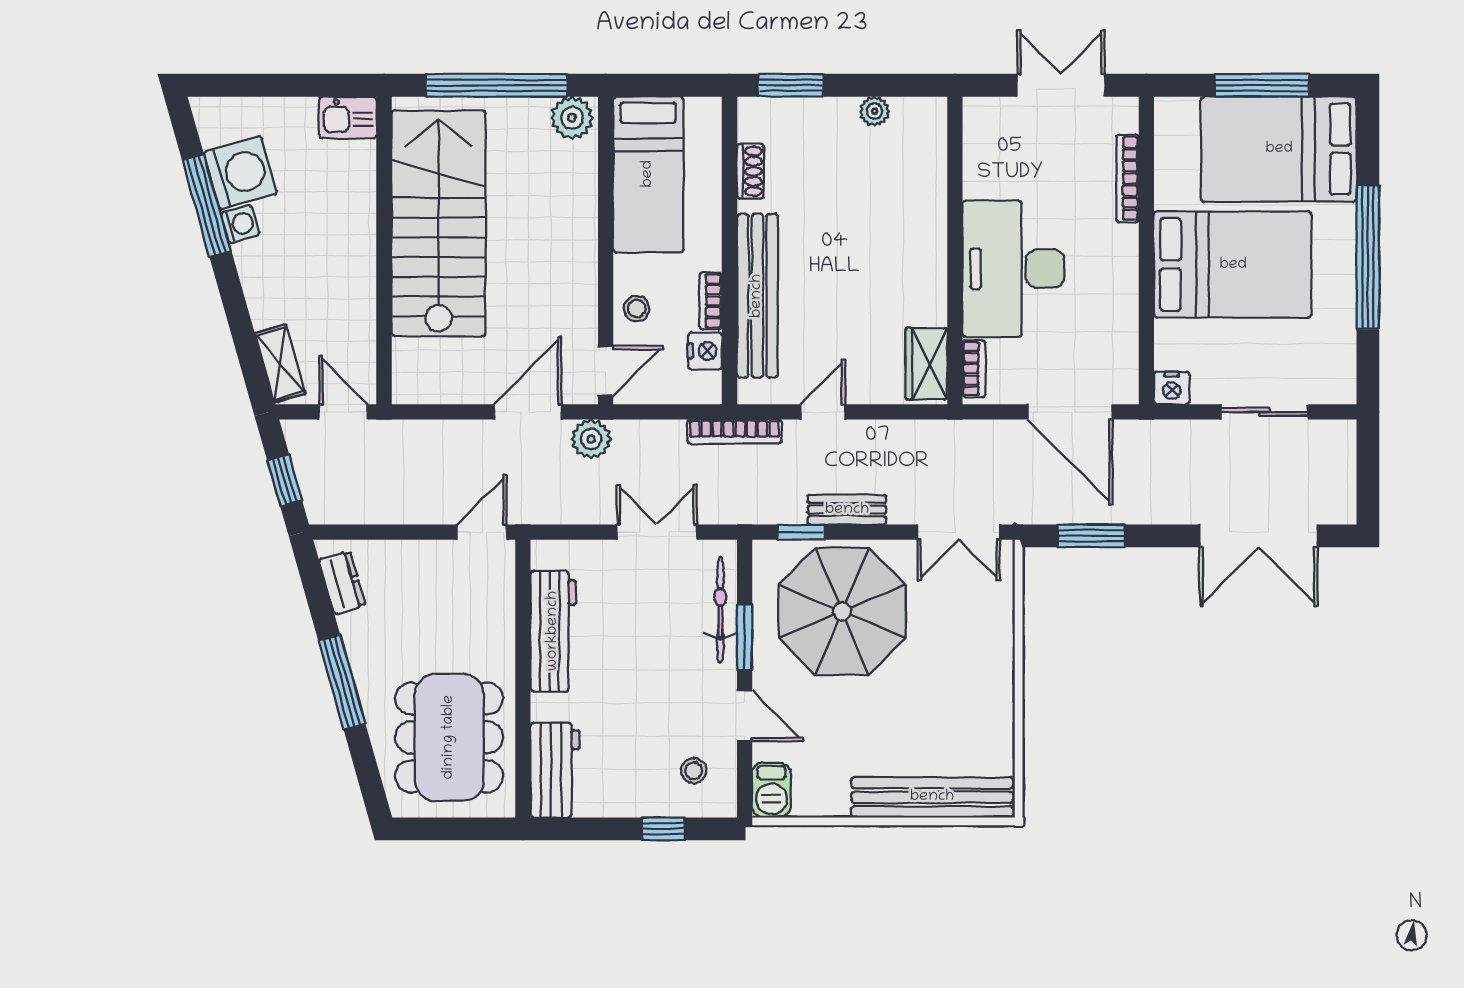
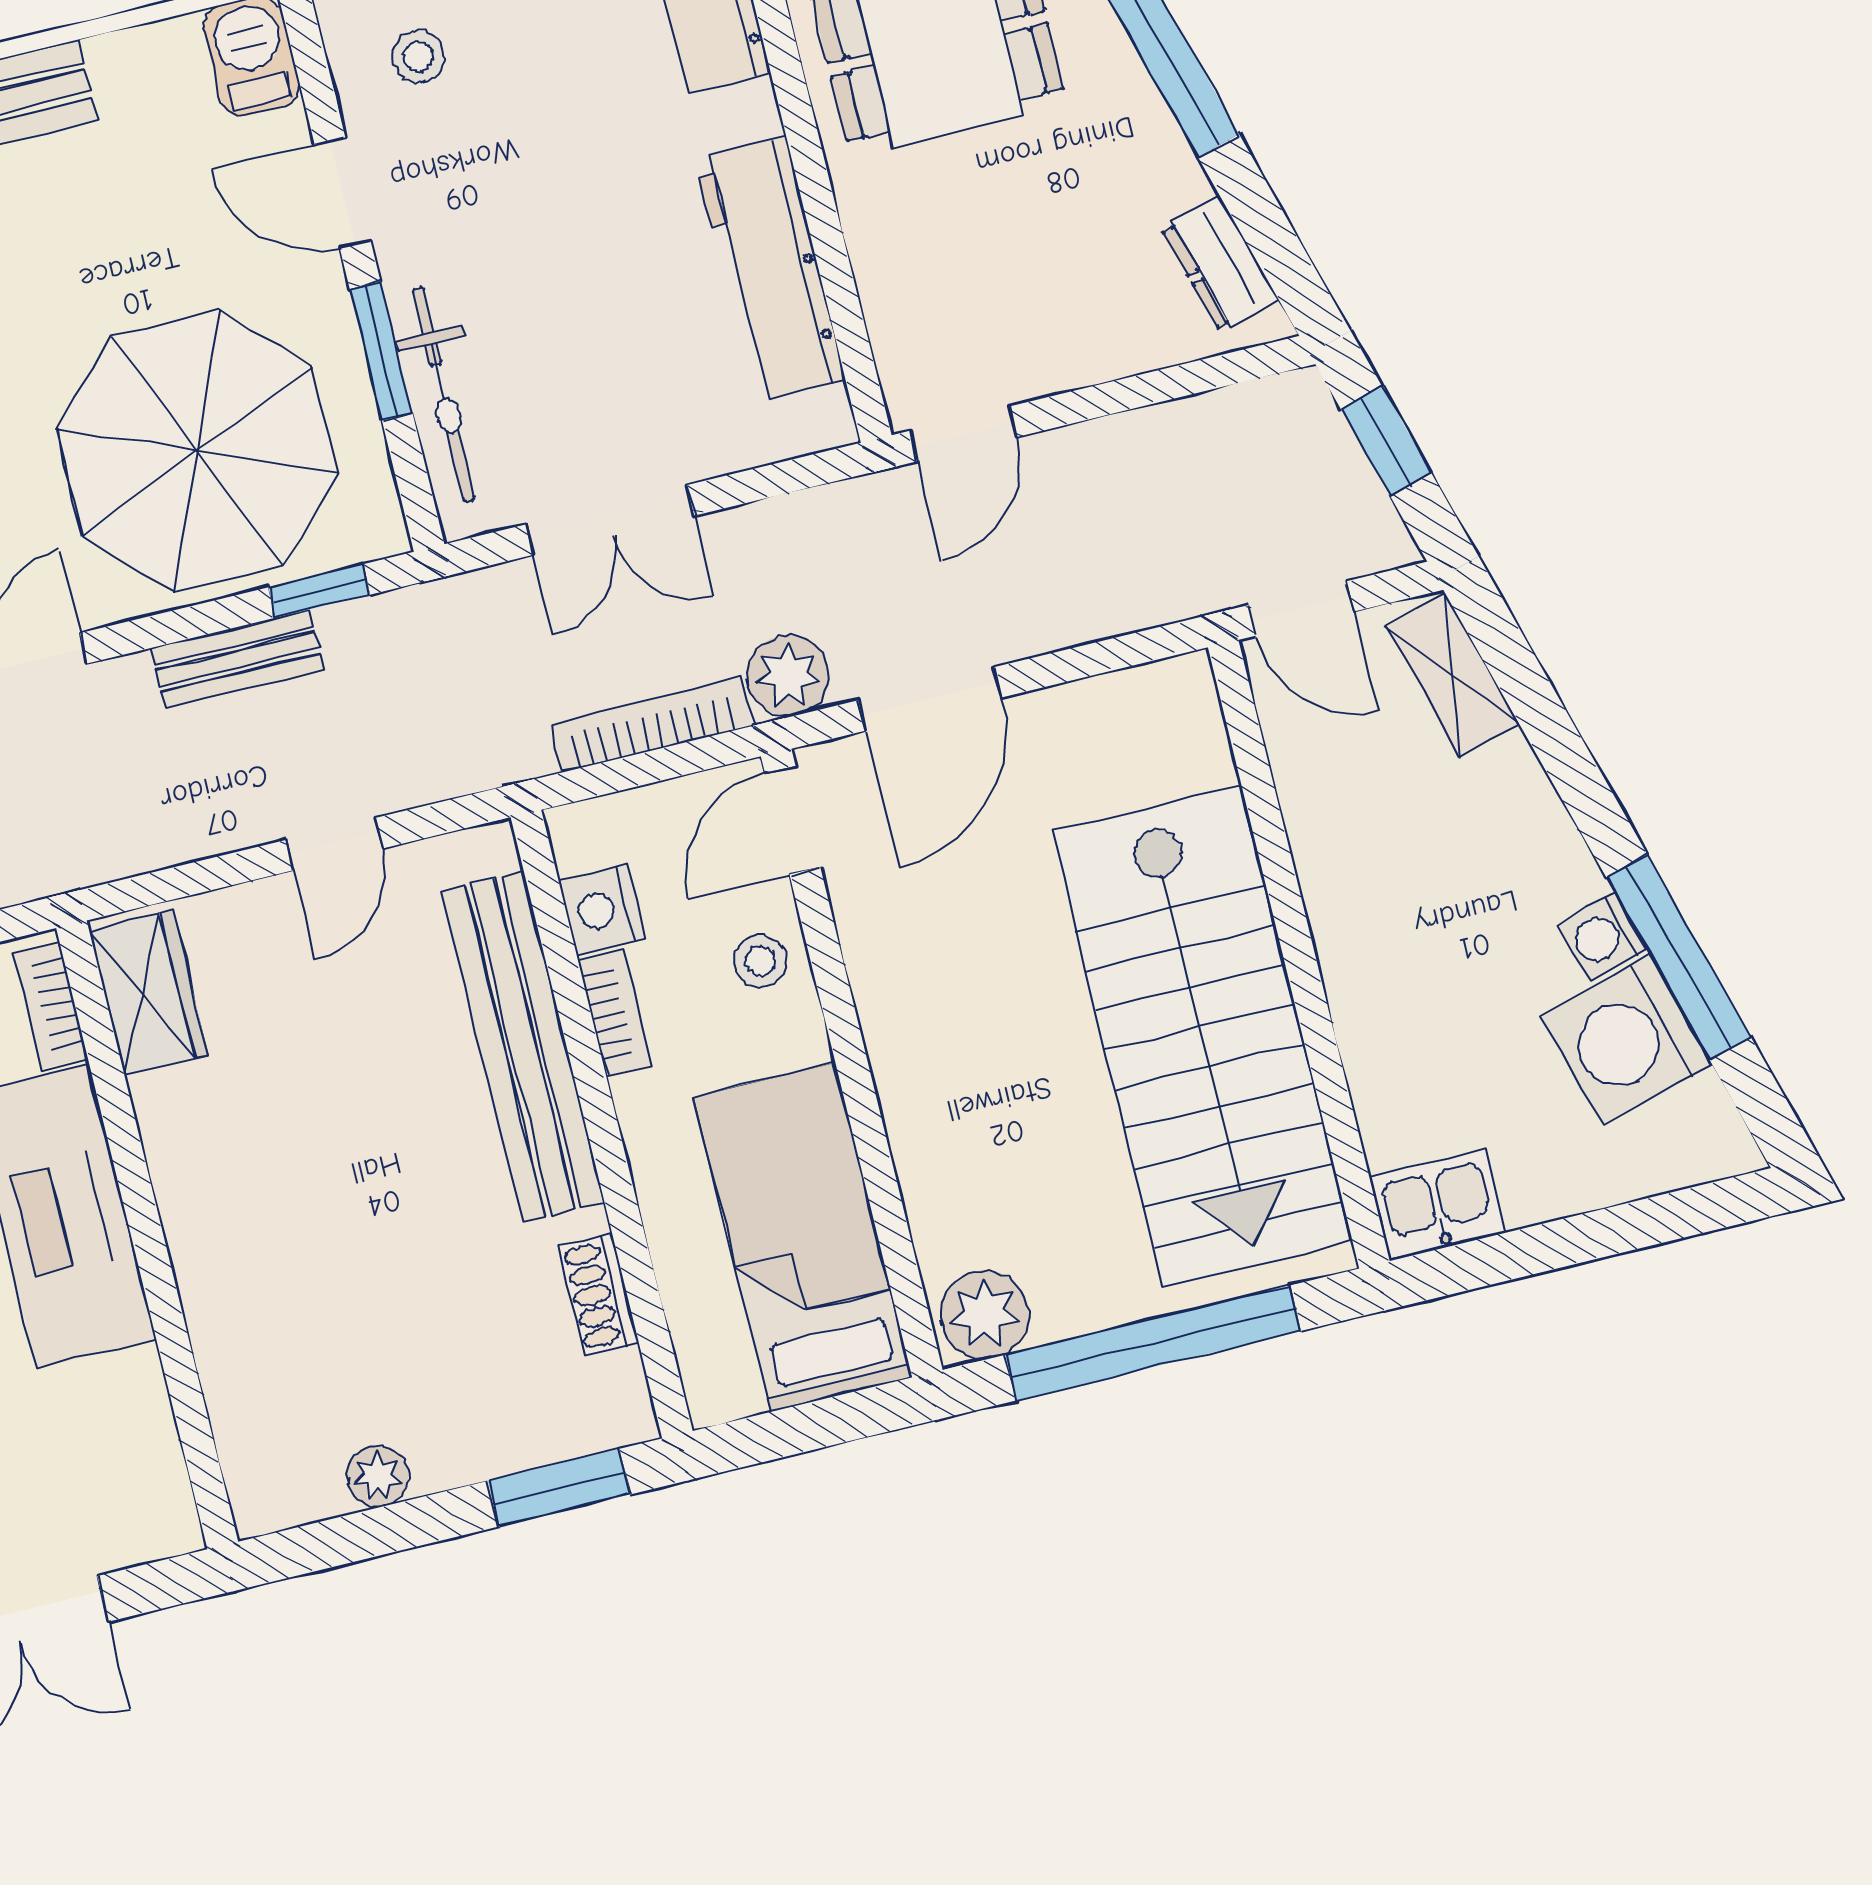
bookcase: (734, 432) -> (651, 725), moved

